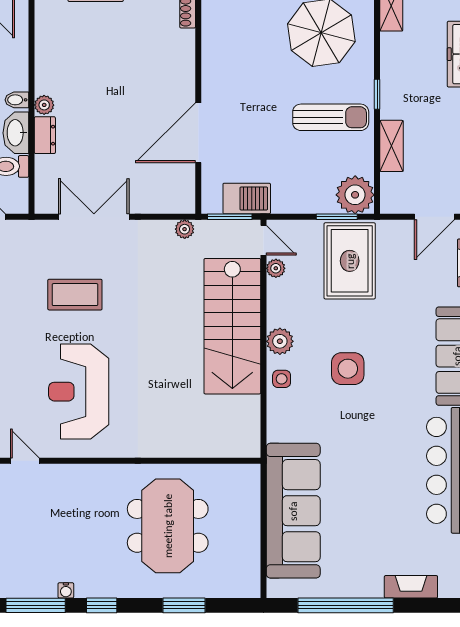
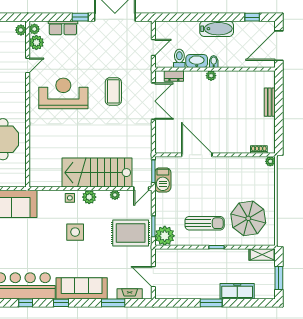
sun lounger: (331, 117) -> (205, 223), turned -90
dresser: (45, 135) -> (174, 76), moved
shelving: (392, 146) -> (190, 255), removed
plant: (185, 229) -> (147, 148), removed
plant: (276, 268) -> (115, 195), moved

